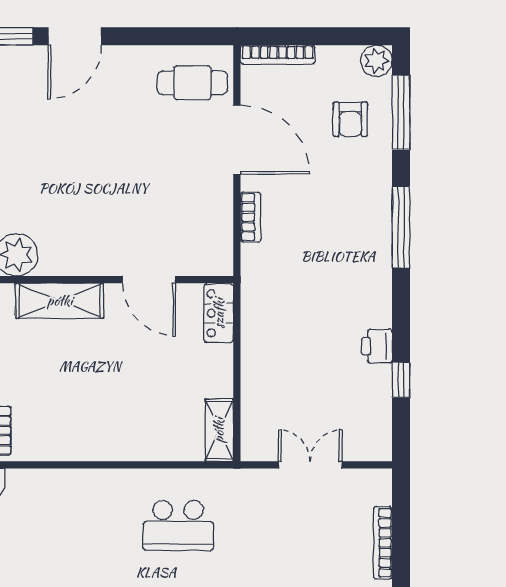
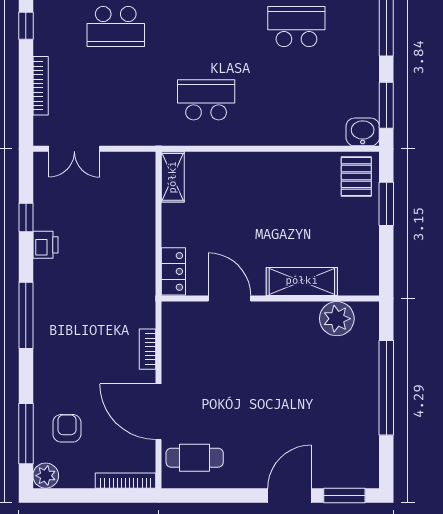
window: (401, 227) -> (26, 315), moved
double door: (310, 465) -> (74, 149), moved

